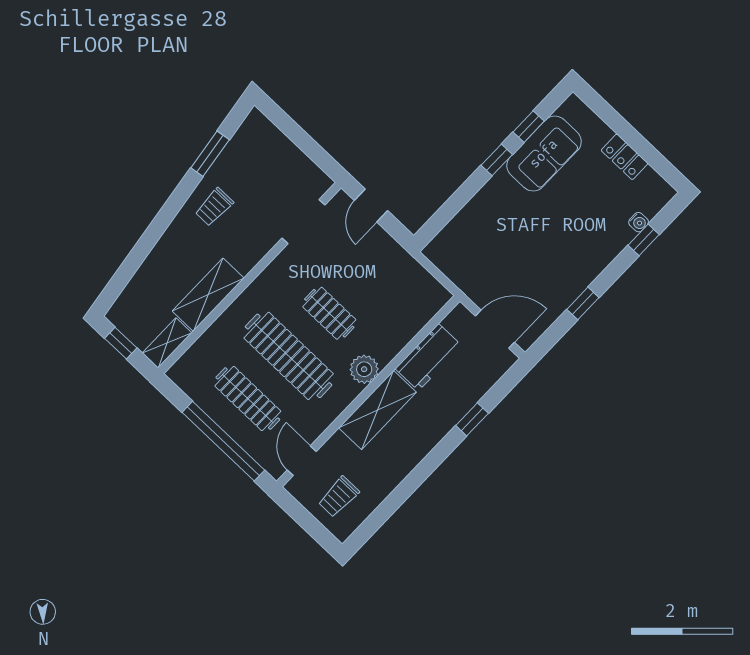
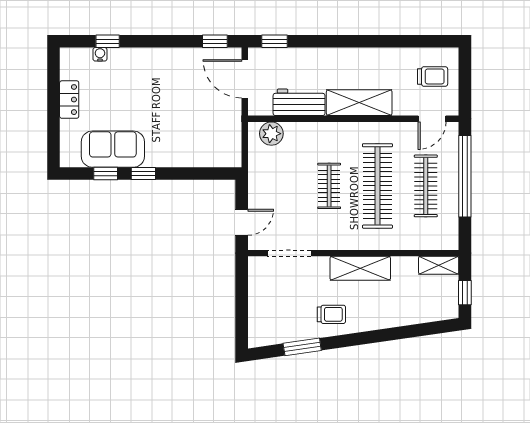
shelving: (208, 295) -> (360, 268), moved
window: (583, 303) -> (215, 41), moved
plant: (364, 369) -> (271, 134), moved
window: (472, 419) -> (274, 41), moved

